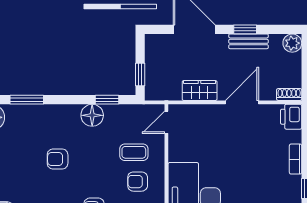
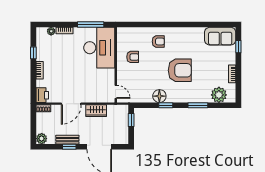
window: (107, 100) -> (166, 105), moved
door: (166, 122) -> (116, 92), hinge flipped
coffee table: (134, 152) -> (135, 74), removed
armchair: (58, 159) -> (180, 70), width x1.88, depth x1.88

